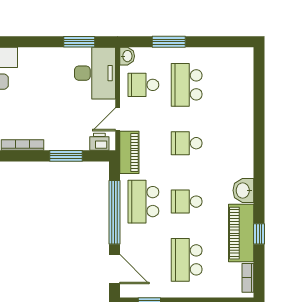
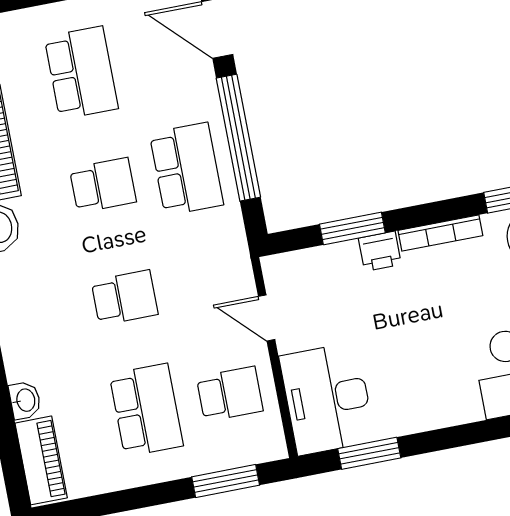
window: (169, 42) -> (226, 481), moved
washbasin: (127, 56) -> (25, 400), moved, turned 180
door: (118, 119) -> (267, 318), swing flipped
printer: (99, 142) -> (380, 251), moved
piano: (129, 152) -> (41, 460), moved, turned 180

